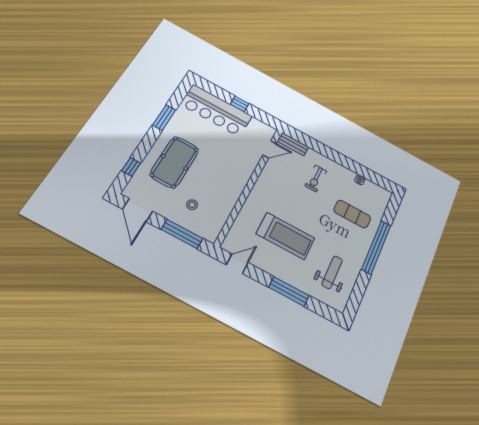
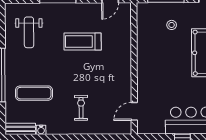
bench: (293, 144) -> (20, 129), moved
treadmill: (286, 236) -> (83, 41), width x0.73, depth x0.73

